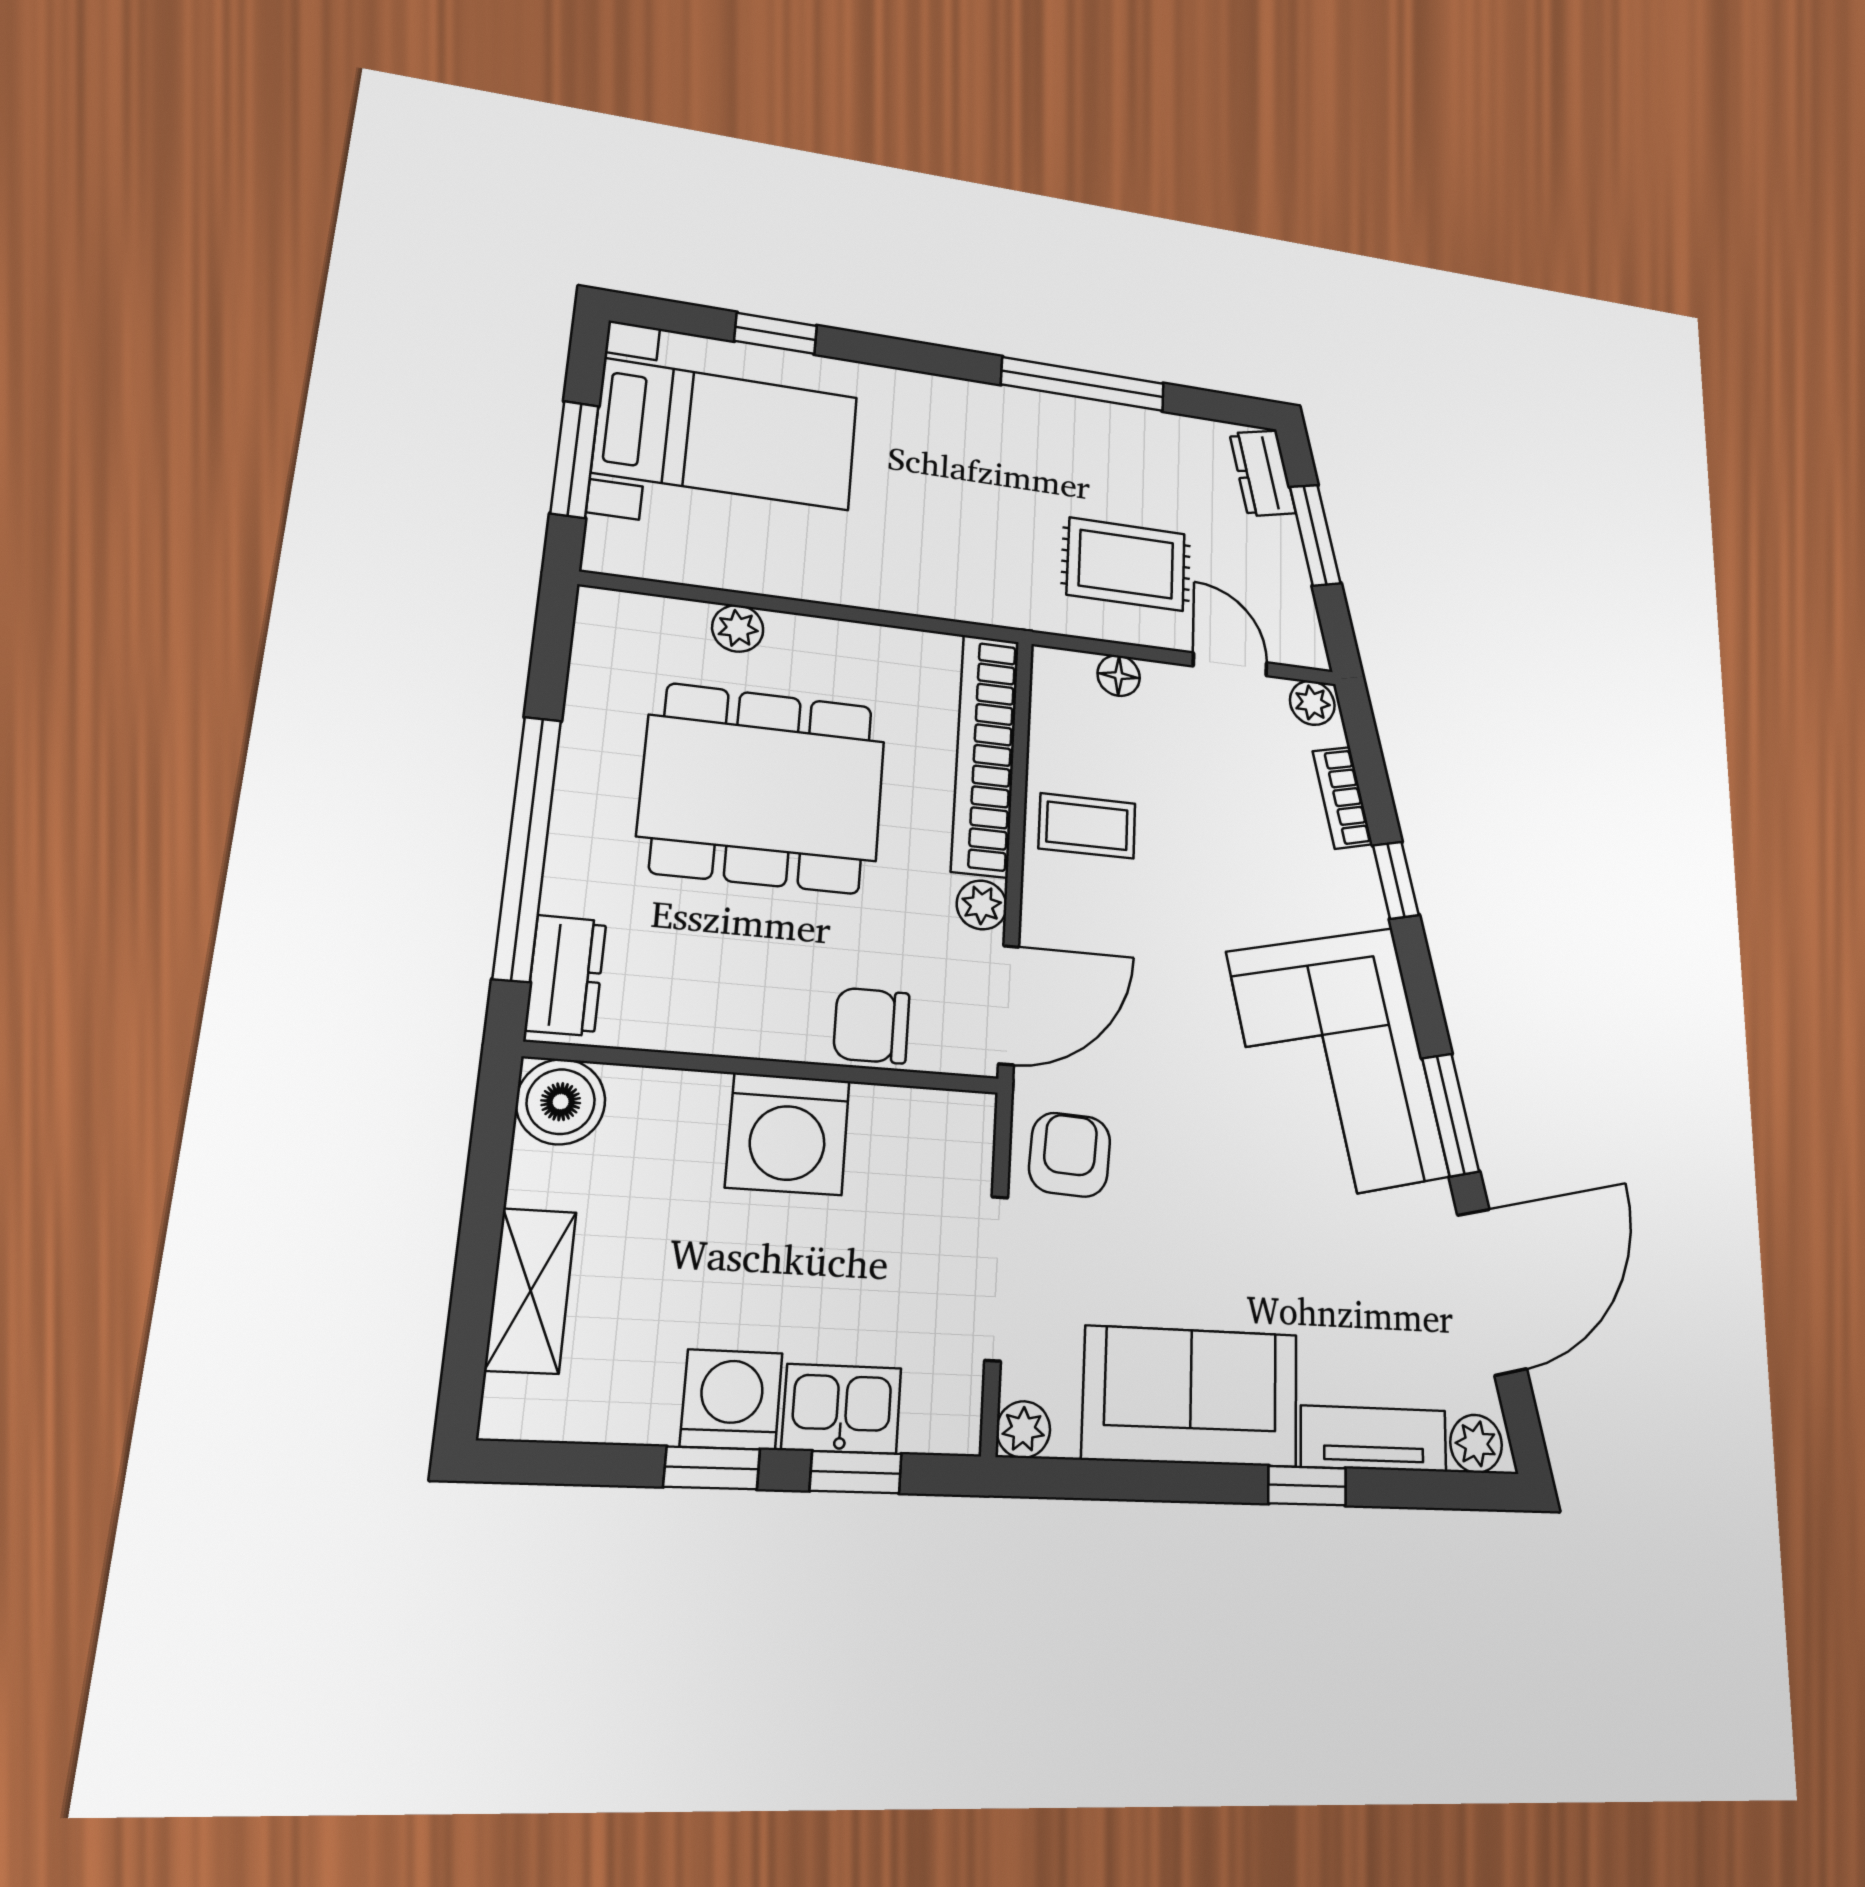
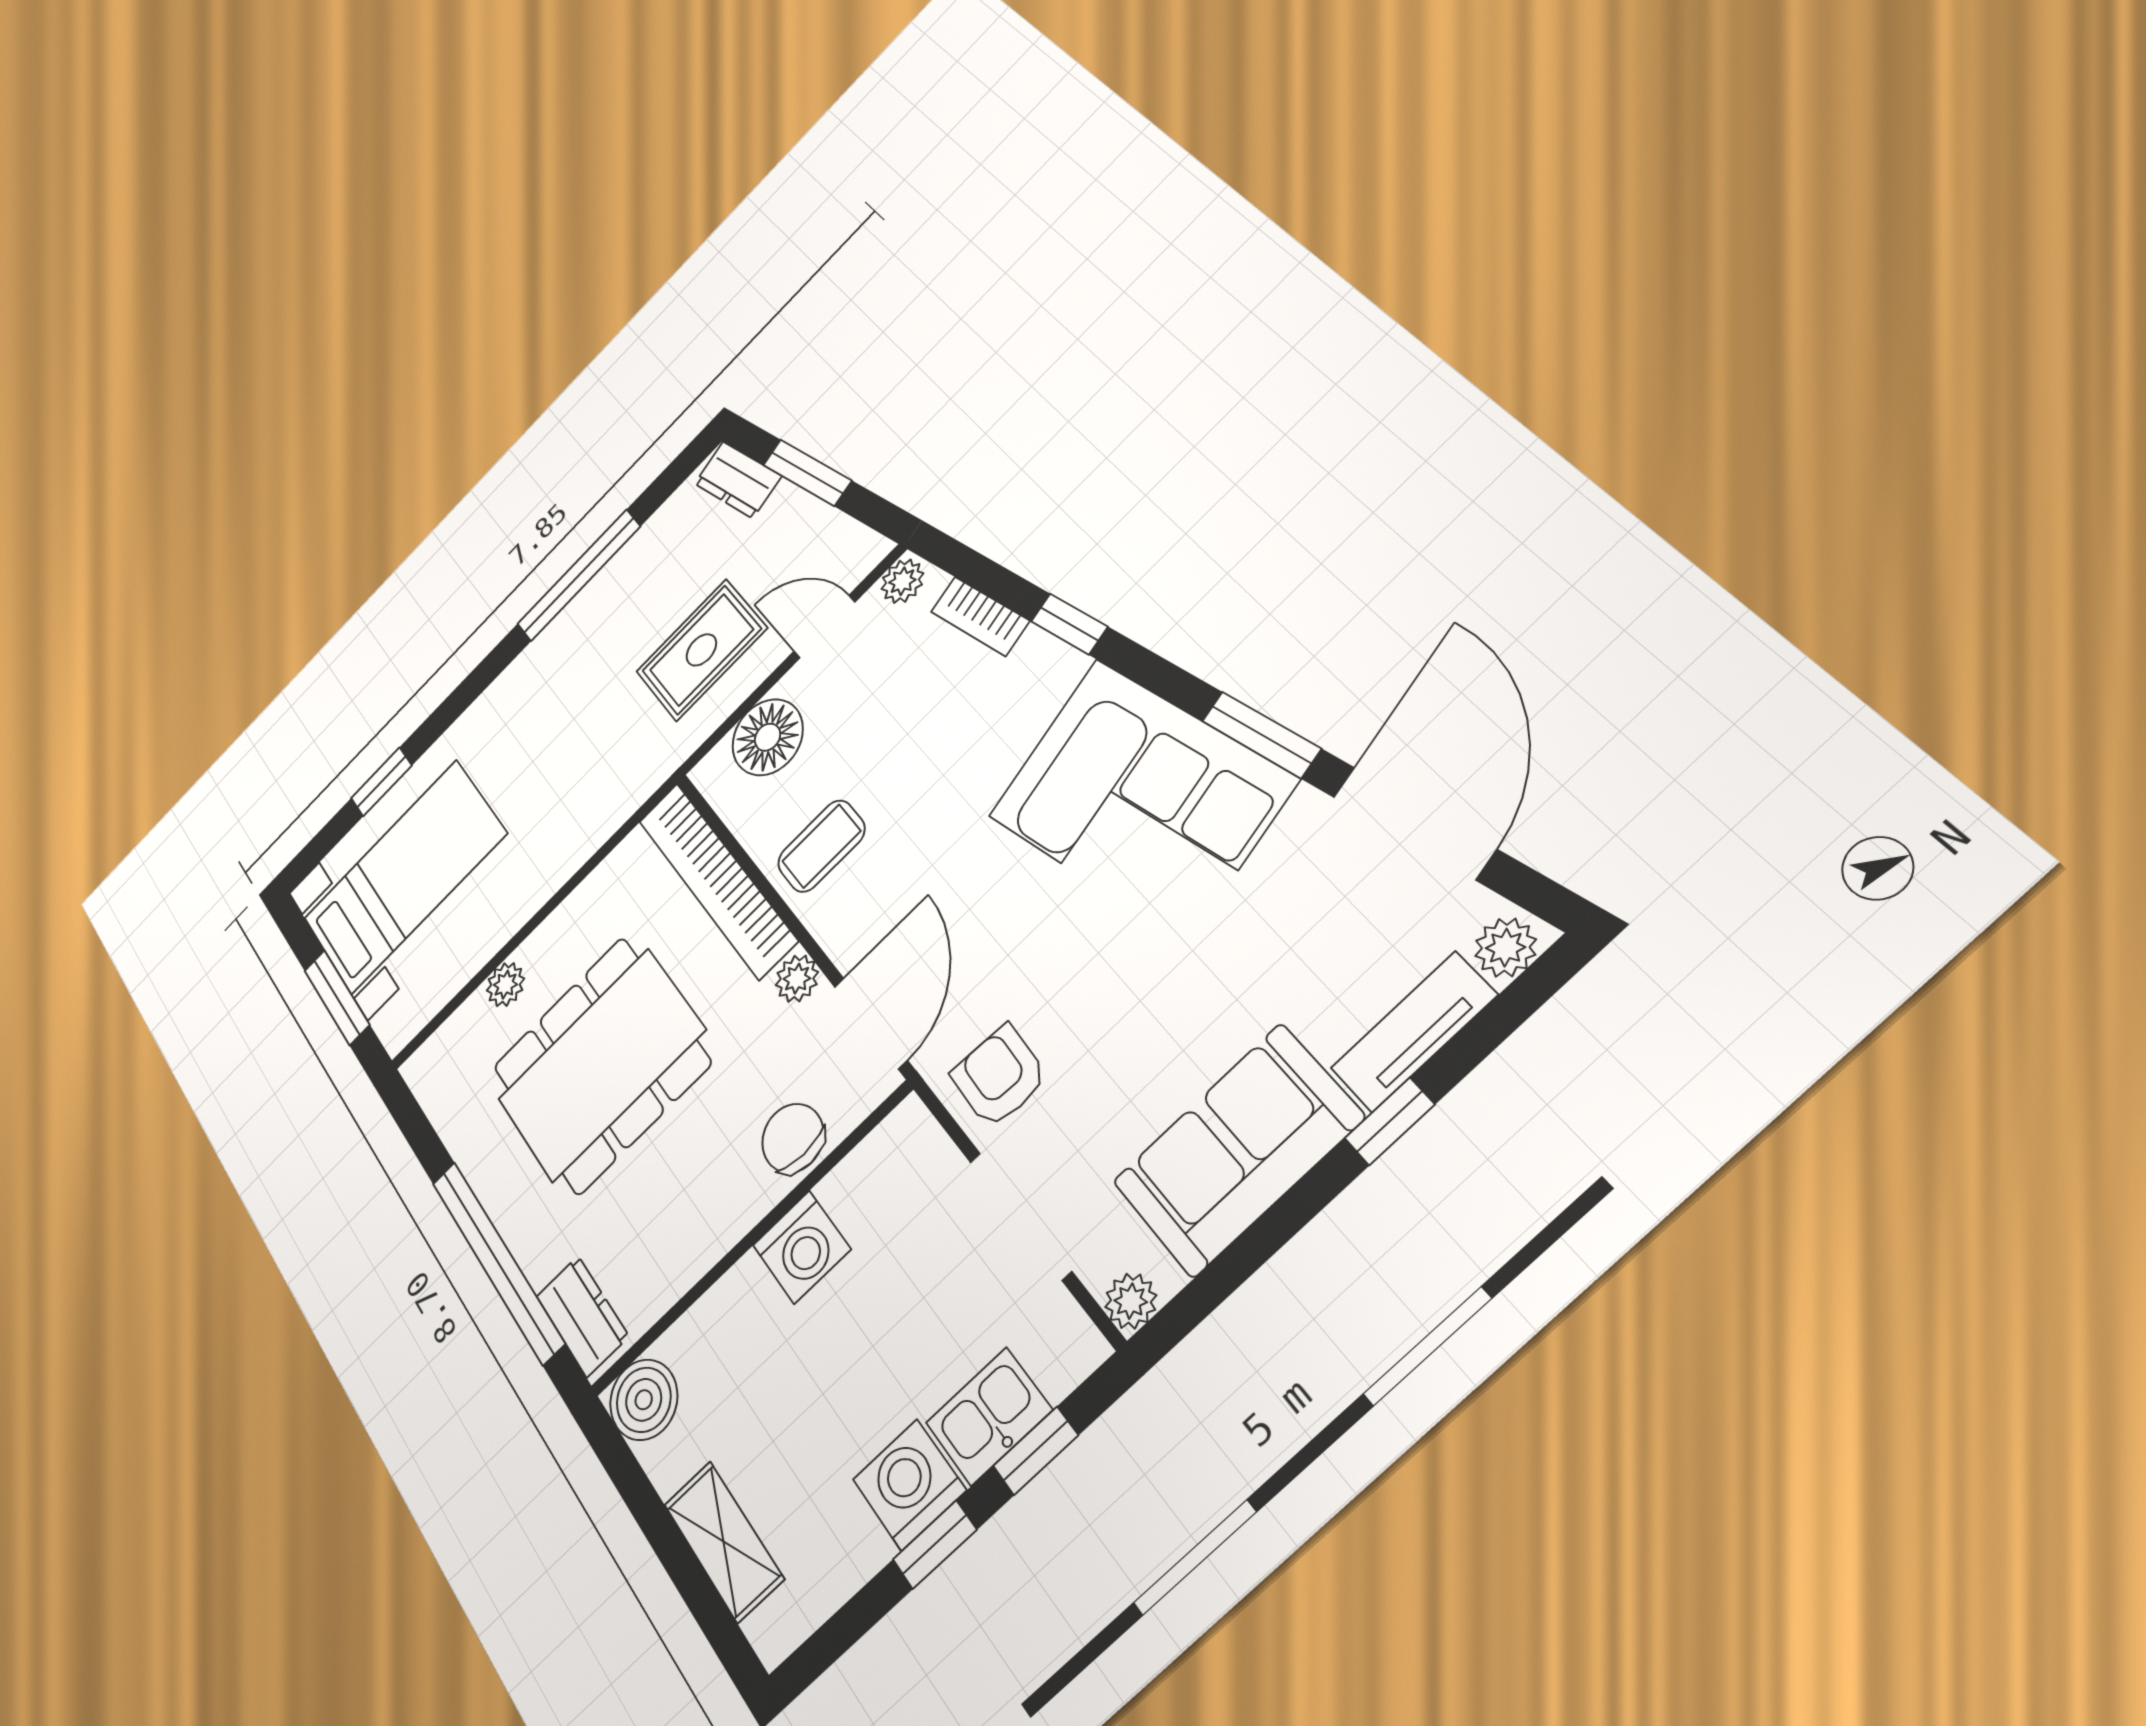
floor lamp: (1119, 676) -> (768, 737), width x1.89, depth x1.89
chair: (872, 1026) -> (793, 1138), turned 90
washing machine: (788, 1134) -> (802, 1247), width x0.73, depth x0.73

